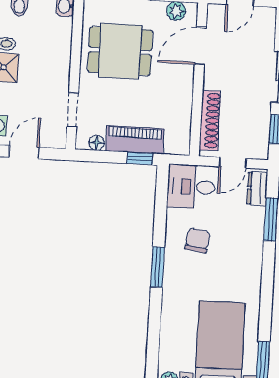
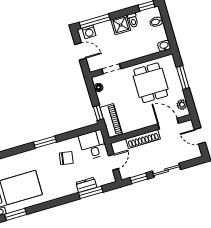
shoe rack: (210, 121) -> (143, 139), moved
piano: (135, 140) -> (111, 121), moved
door: (233, 163) -> (113, 162), swing flipped
dresser: (257, 188) -> (86, 185), moved

